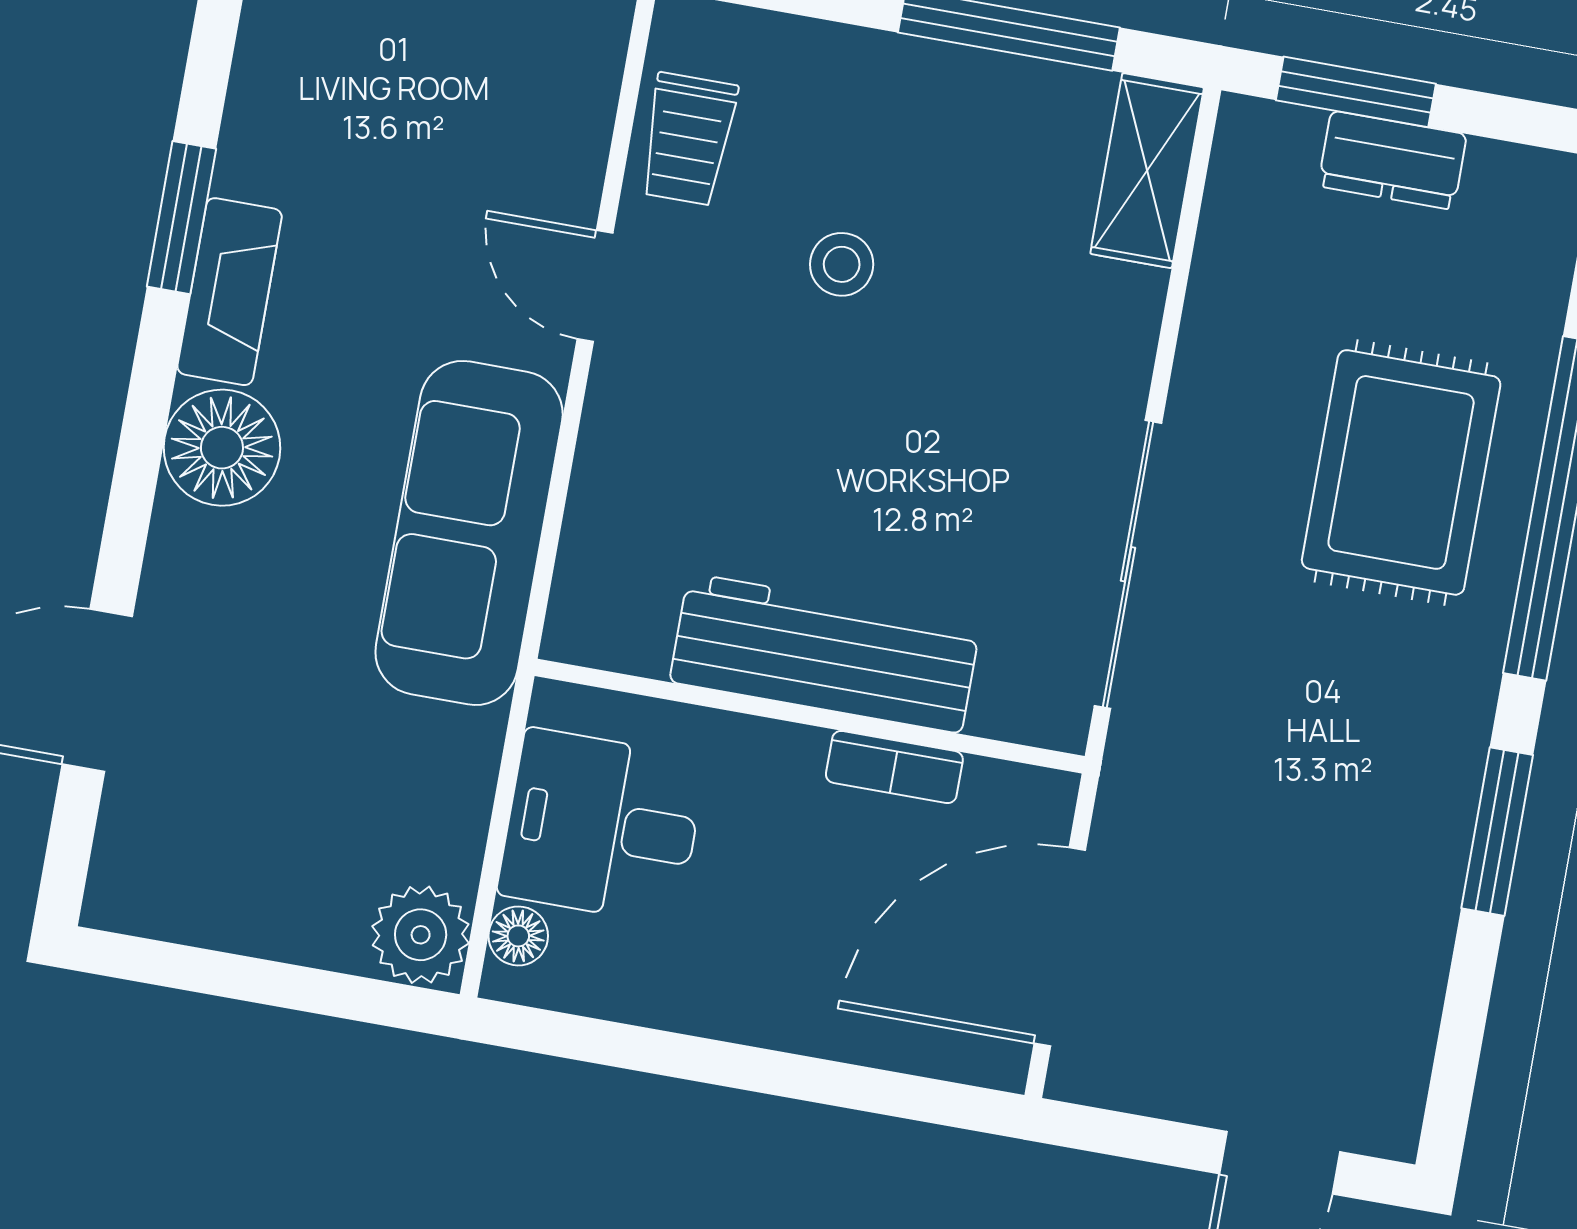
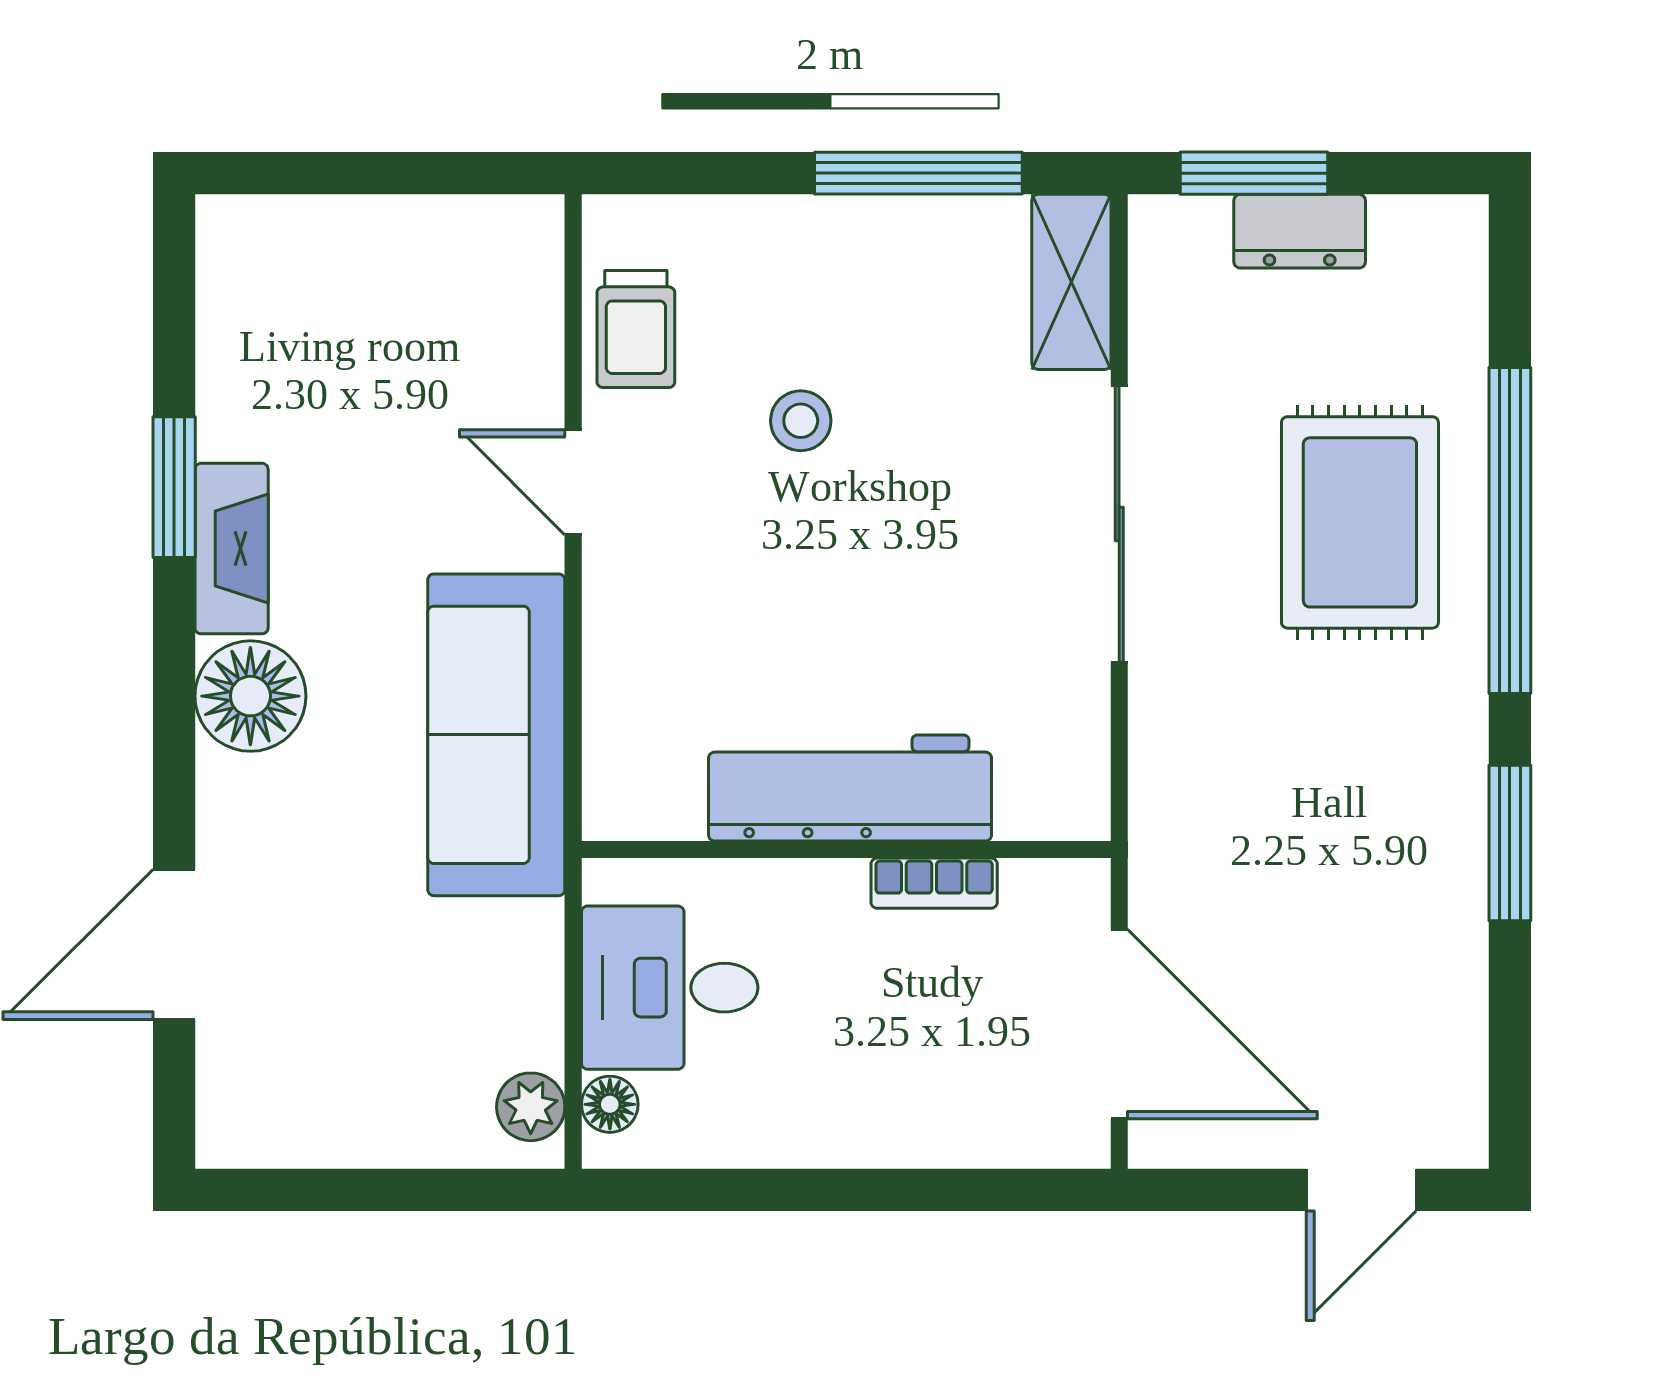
sliding door: (1128, 564) -> (1119, 524), moved
plant: (421, 935) -> (531, 1107), width x0.73, depth x0.73
door: (1060, 947) -> (1119, 1024), swing flipped

